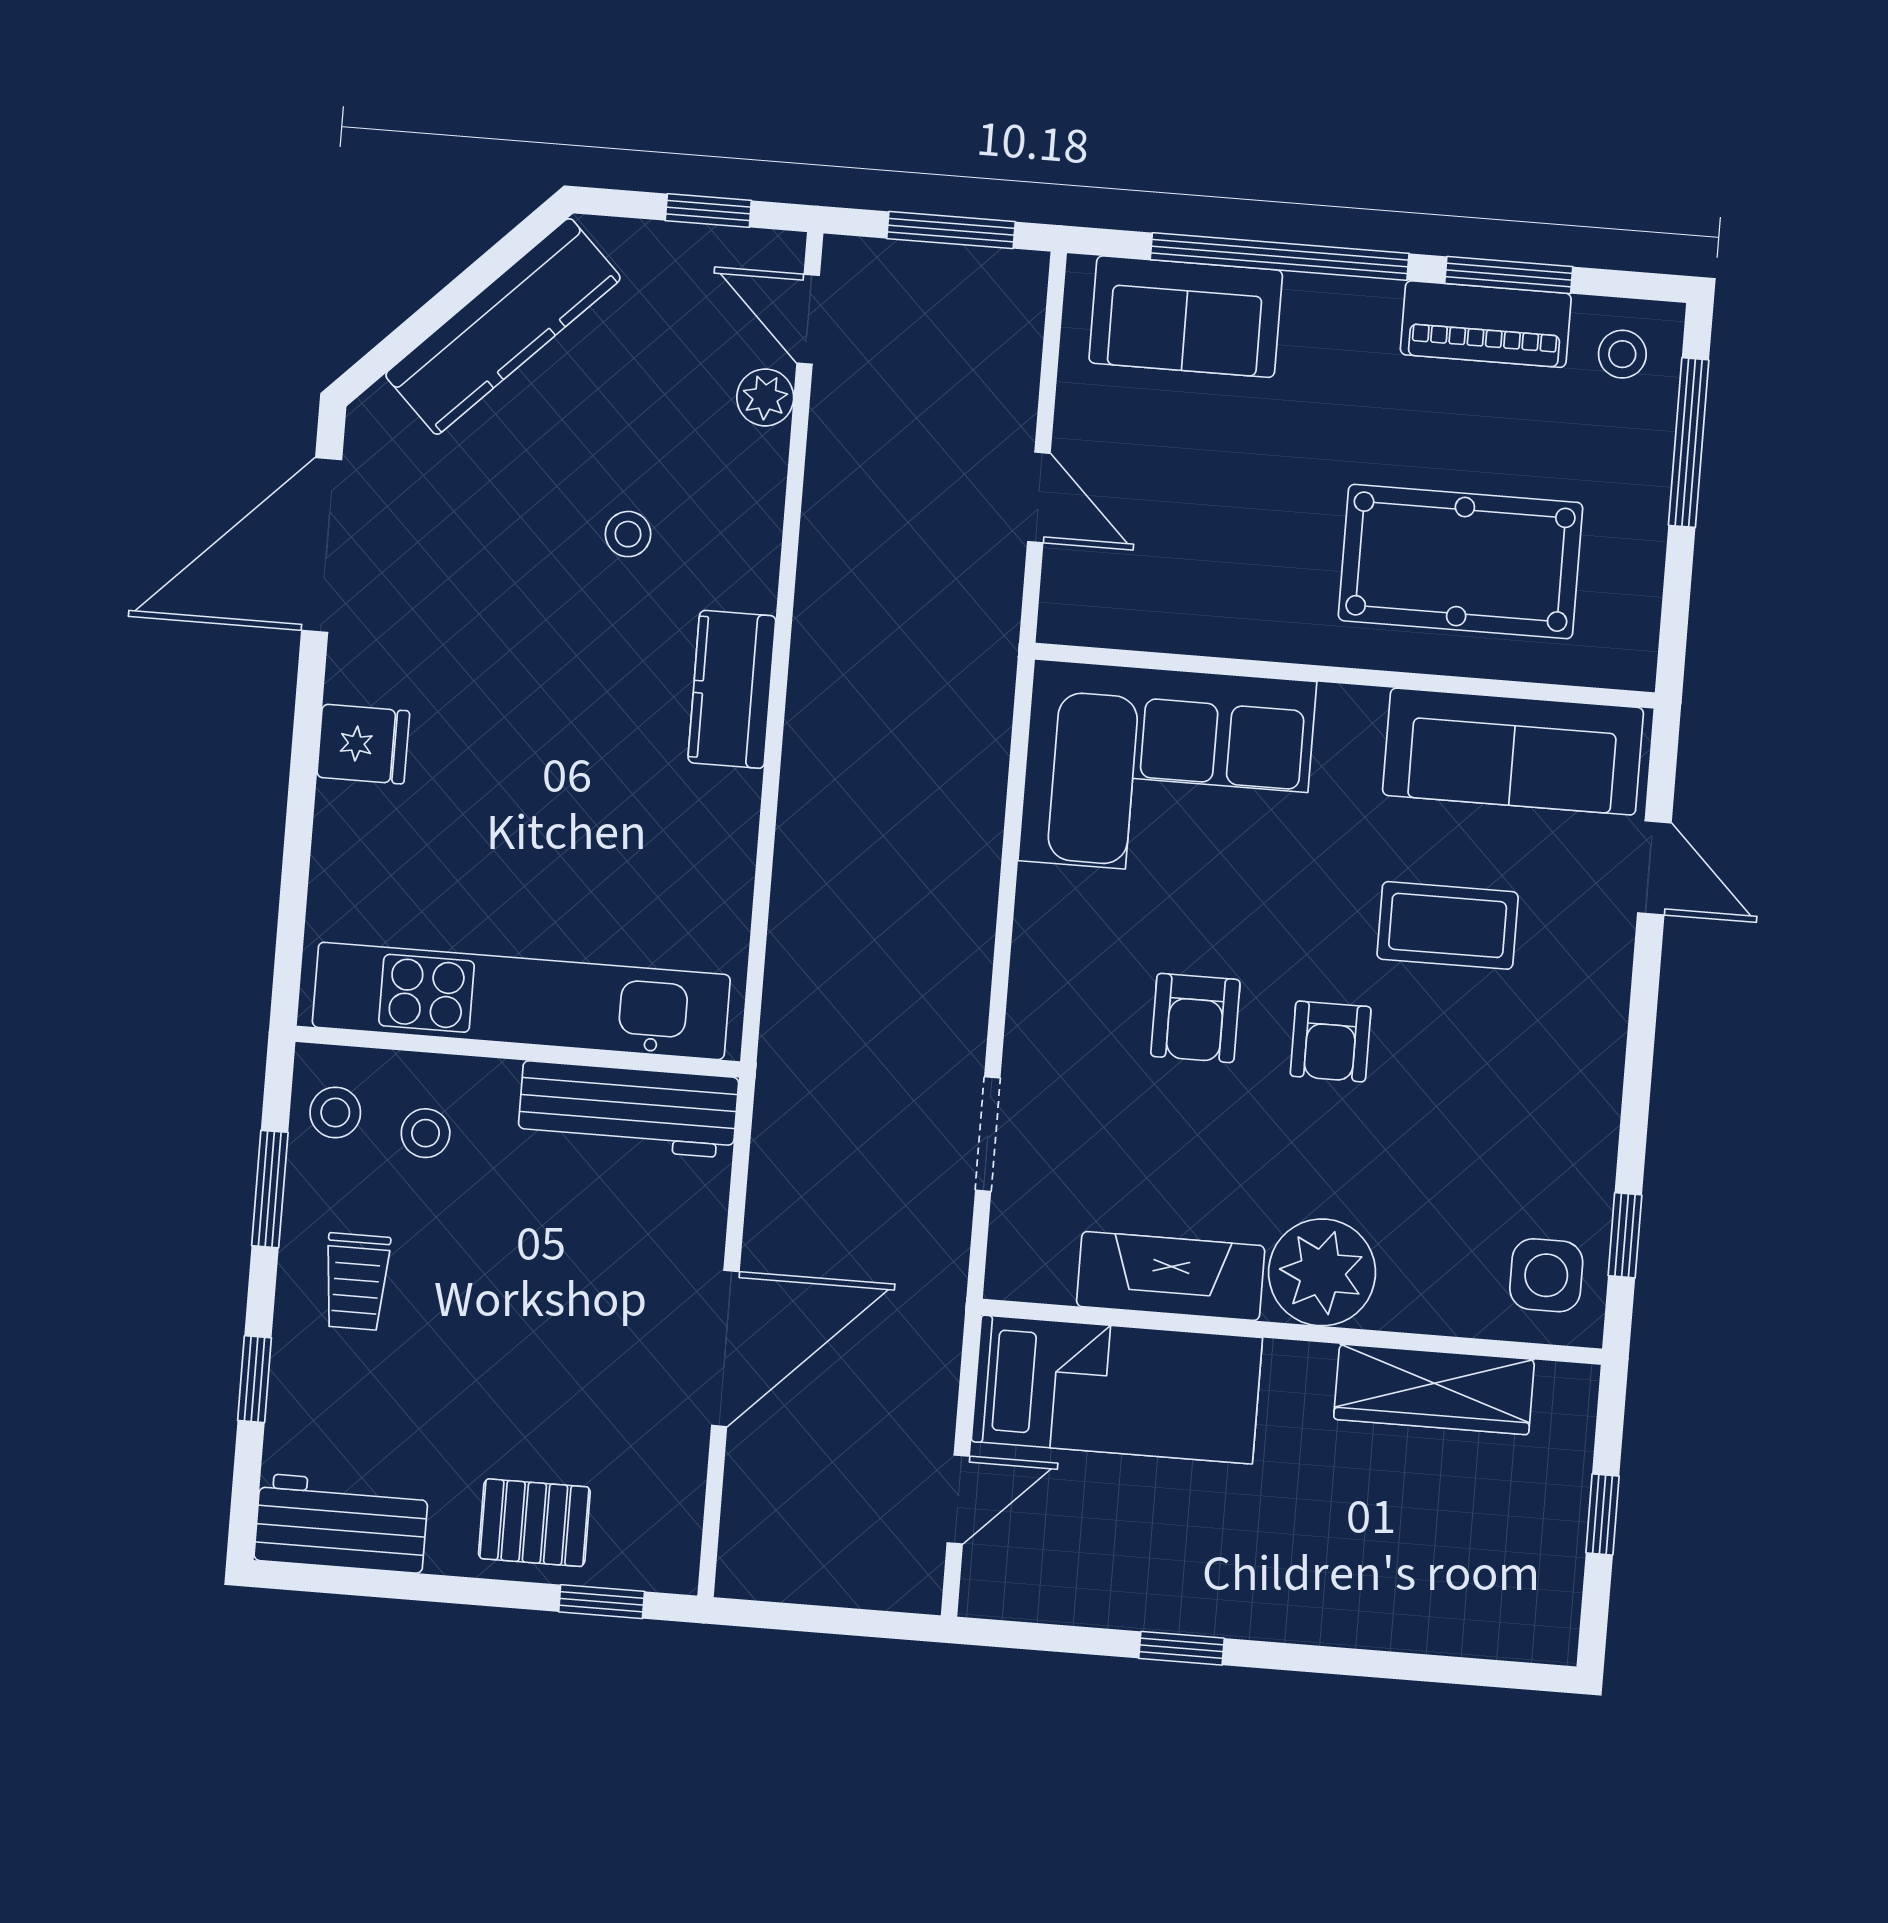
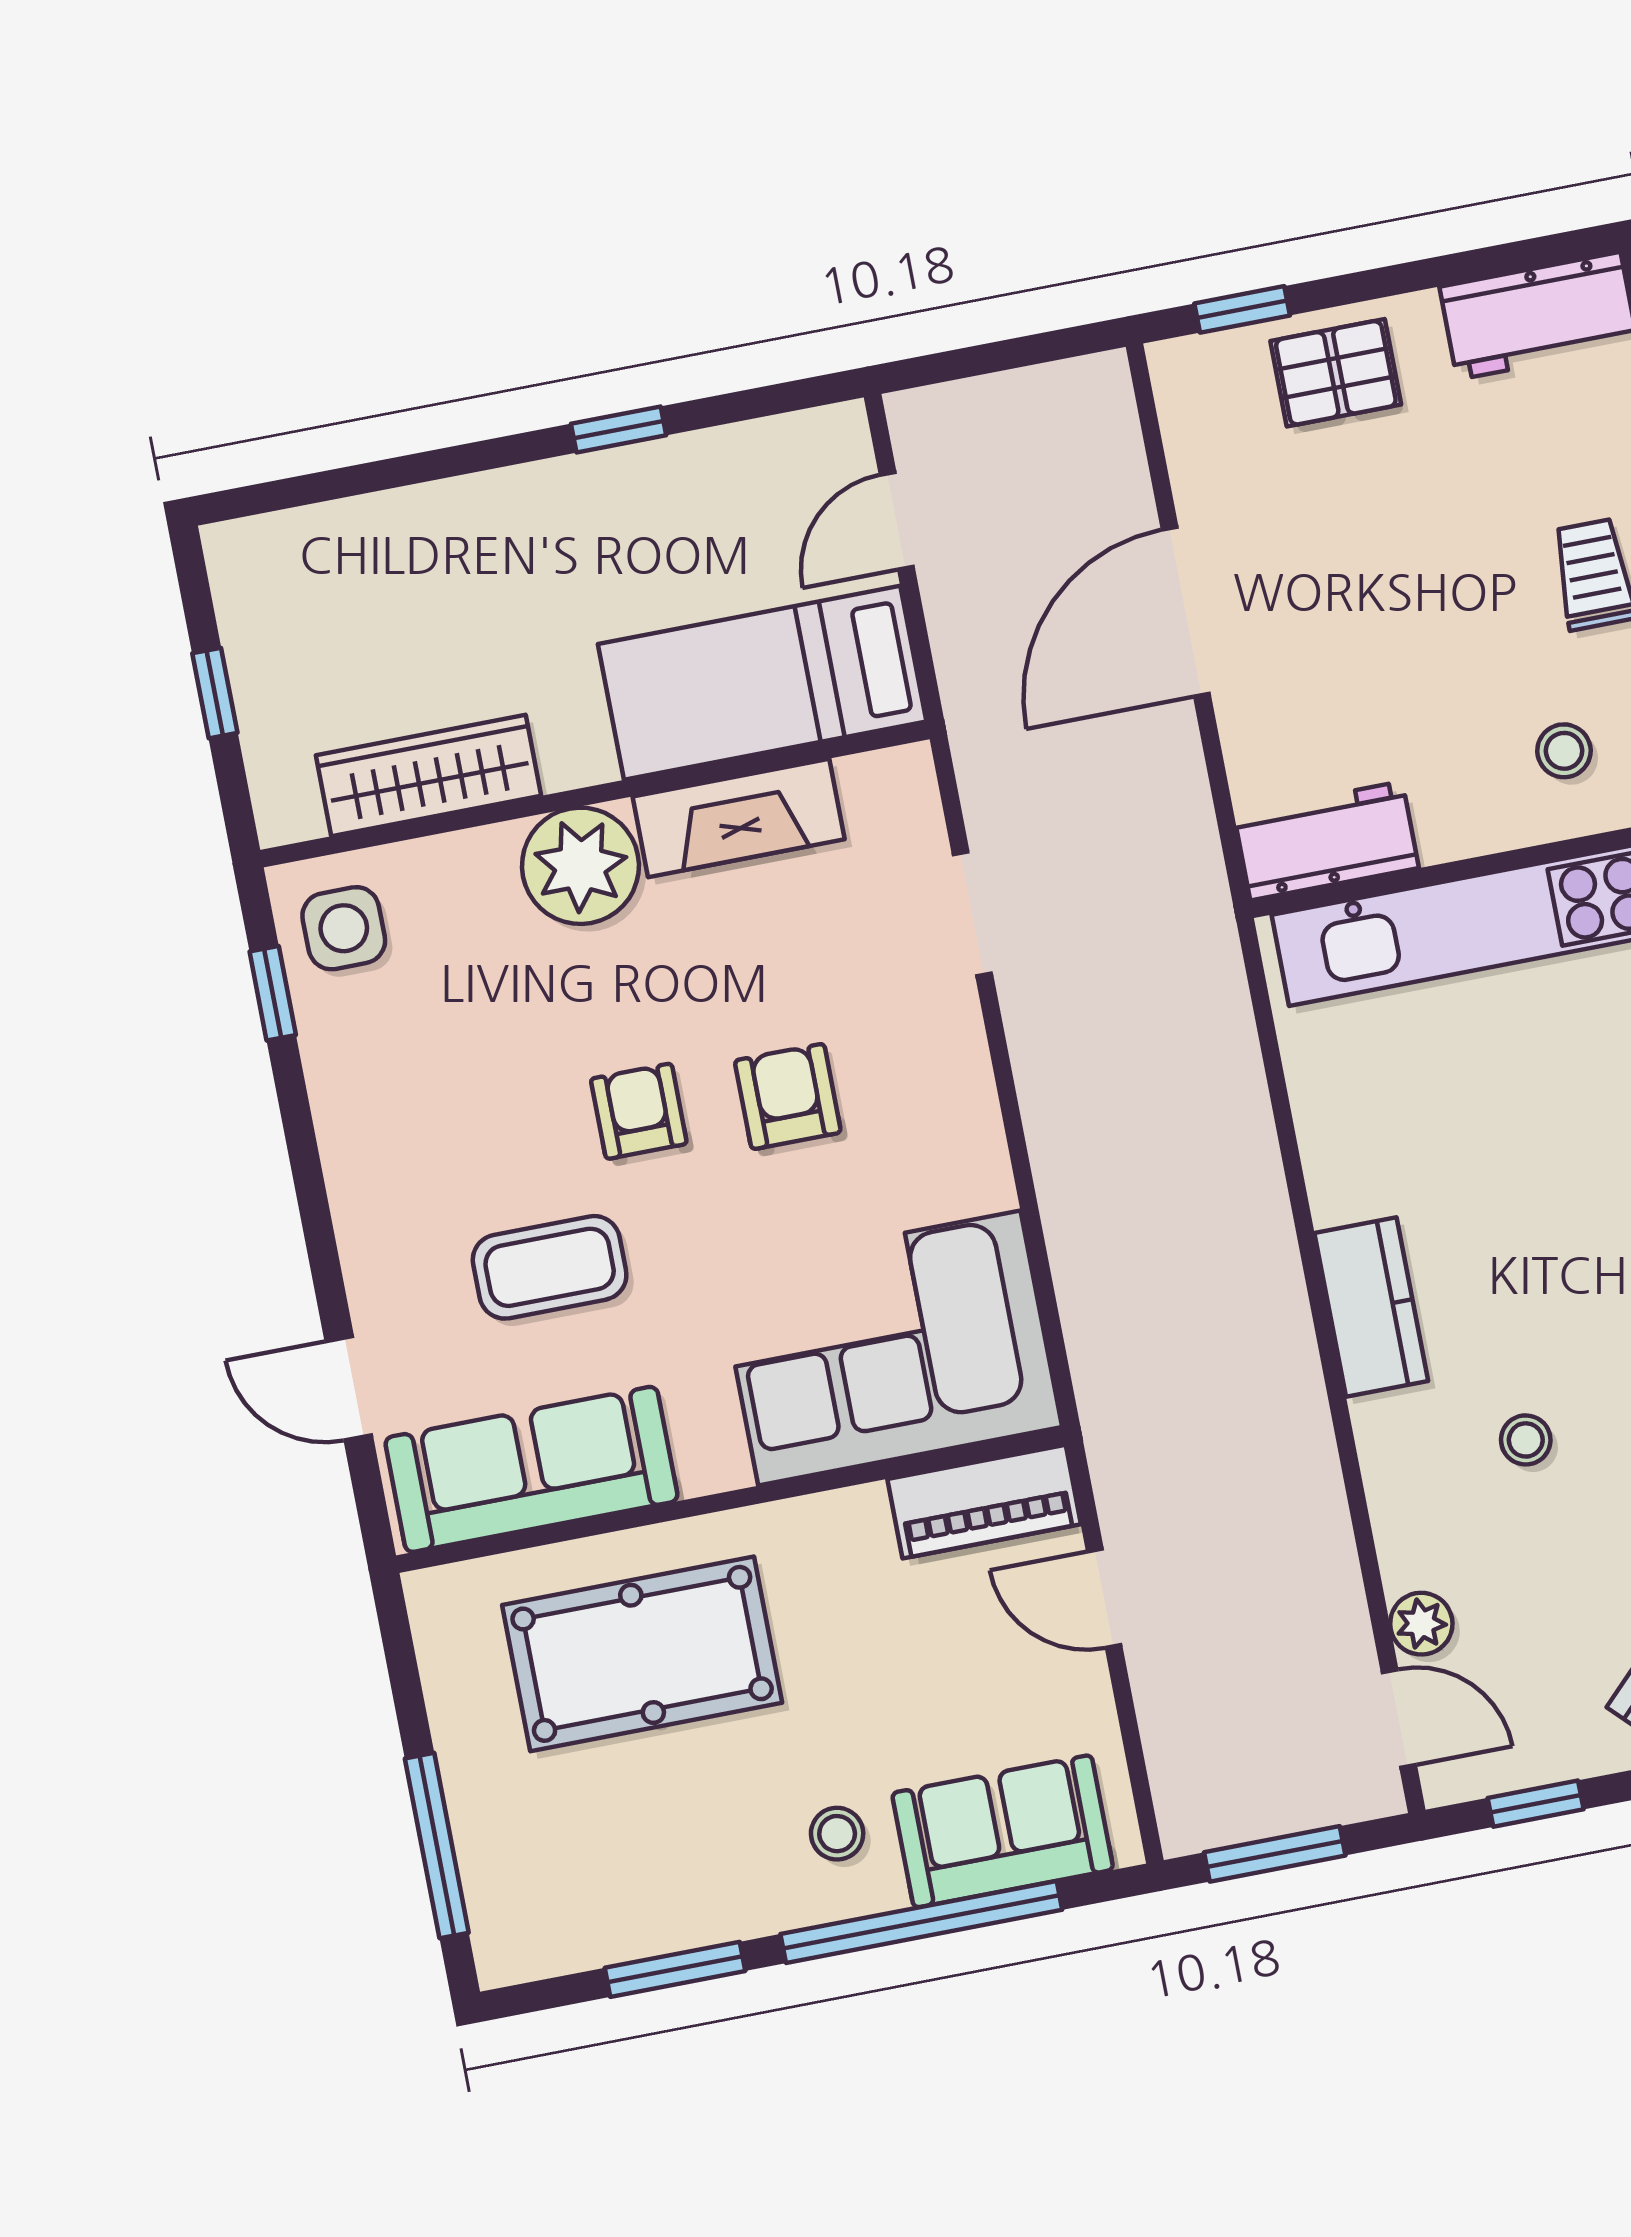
piano: (1486, 324) -> (984, 1502), moved, turned 180
stool: (1622, 354) -> (837, 1834), moved
workbench: (628, 1109) -> (1326, 841), width x0.73

